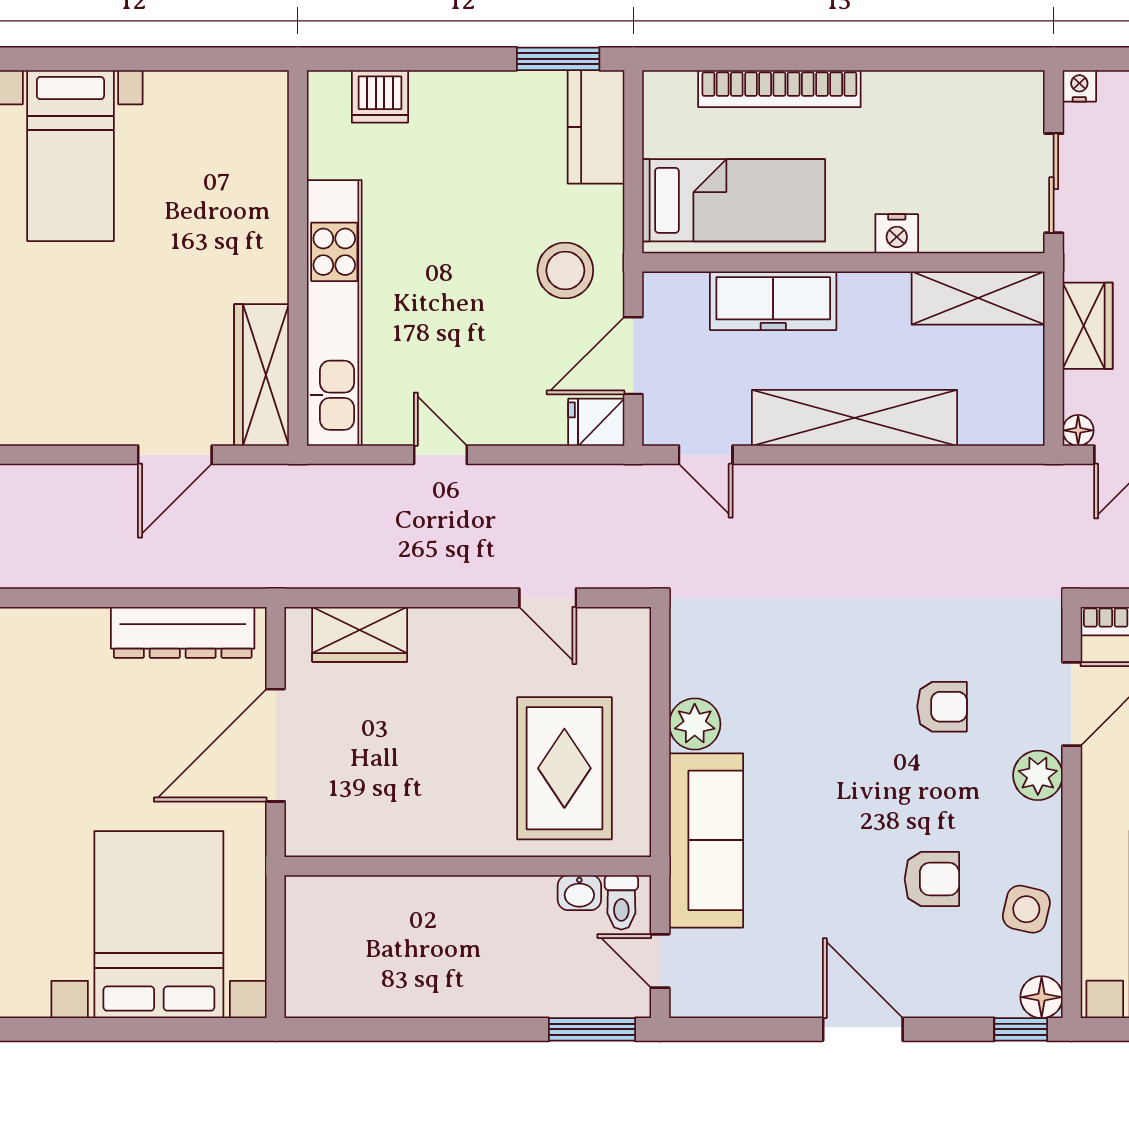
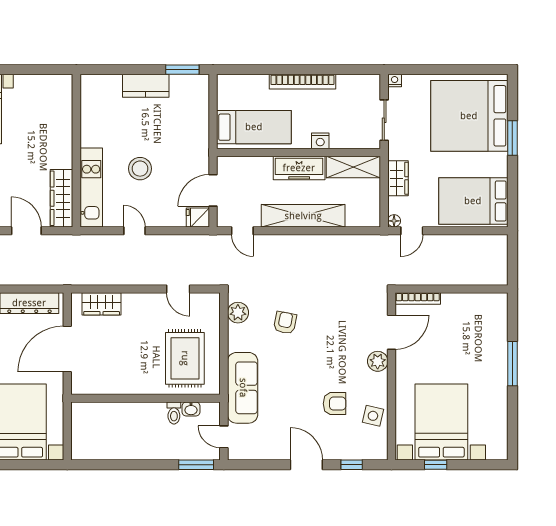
bookcase: (779, 89) -> (302, 82), moved
dishwasher: (380, 96) -> (110, 85), removed
kitchen counter: (596, 127) -> (146, 86), moved, turned -90
stool: (565, 271) -> (140, 169), moved
freezer: (773, 301) -> (299, 168), moved
kitchen unit: (334, 313) -> (91, 187), width x0.73
door: (175, 455) -> (26, 231), swing flipped
armchair: (942, 707) -> (285, 323), moved, turned -79
plant: (695, 724) -> (238, 313), moved
toilet: (621, 902) -> (174, 413), moved
floor lamp: (1042, 997) -> (379, 452), removed
window: (1021, 1029) -> (352, 465), moved

